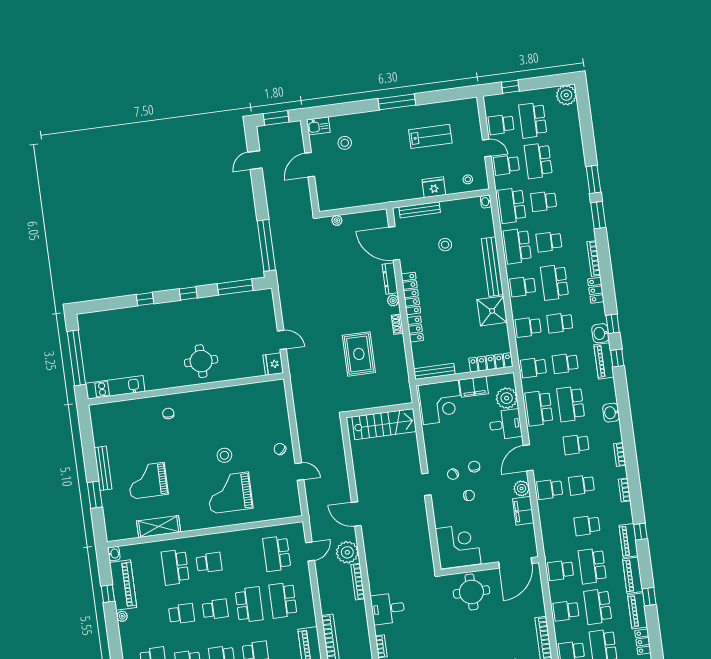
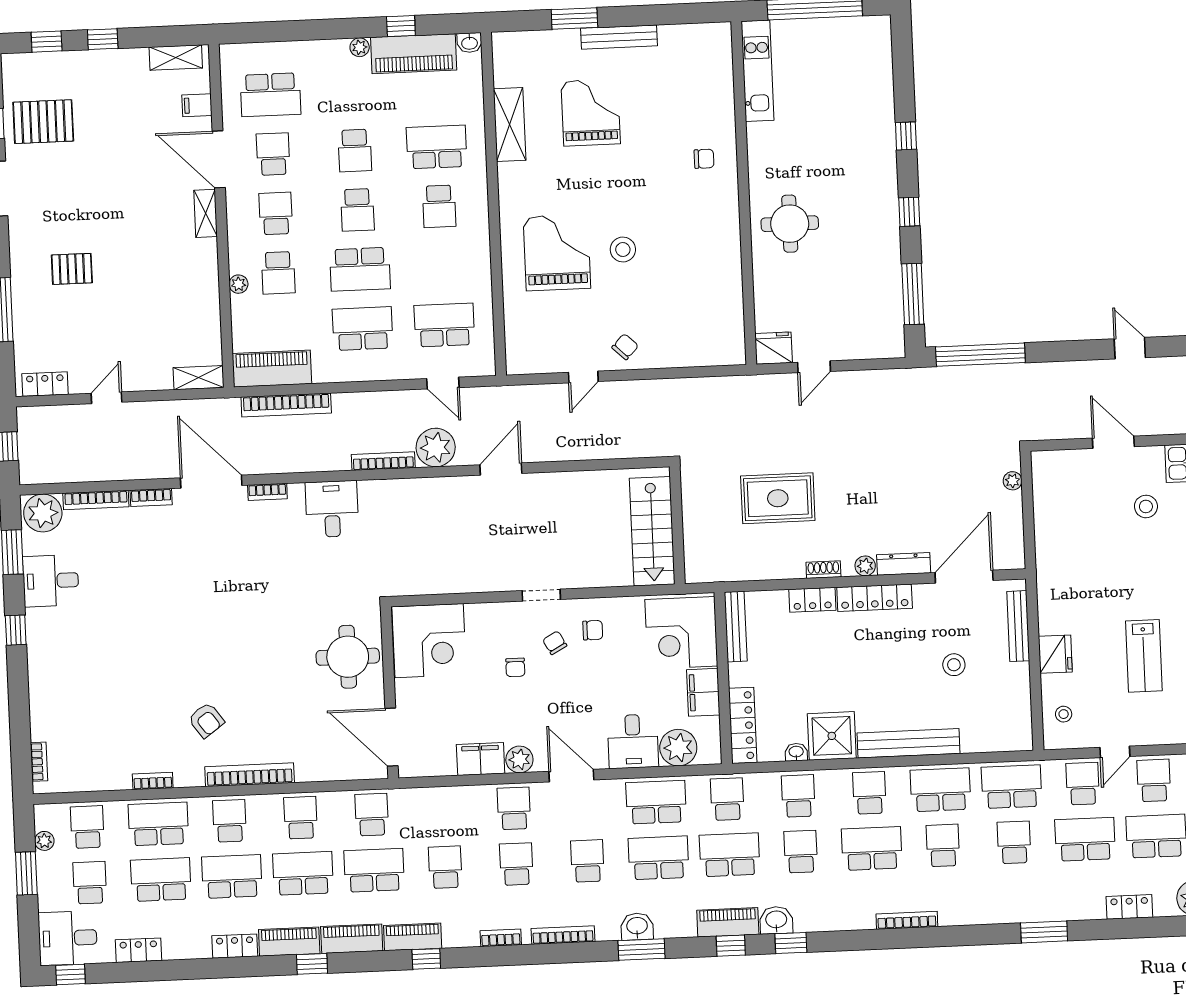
washbasin: (486, 202) -> (796, 752), moved
window: (598, 215) -> (641, 950), moved
locker: (596, 290) -> (1129, 907), moved
school desk: (565, 363) -> (730, 855), width x1.85
bookcase: (620, 455) -> (563, 935), width x1.56
chair: (474, 467) -> (593, 630), moved

